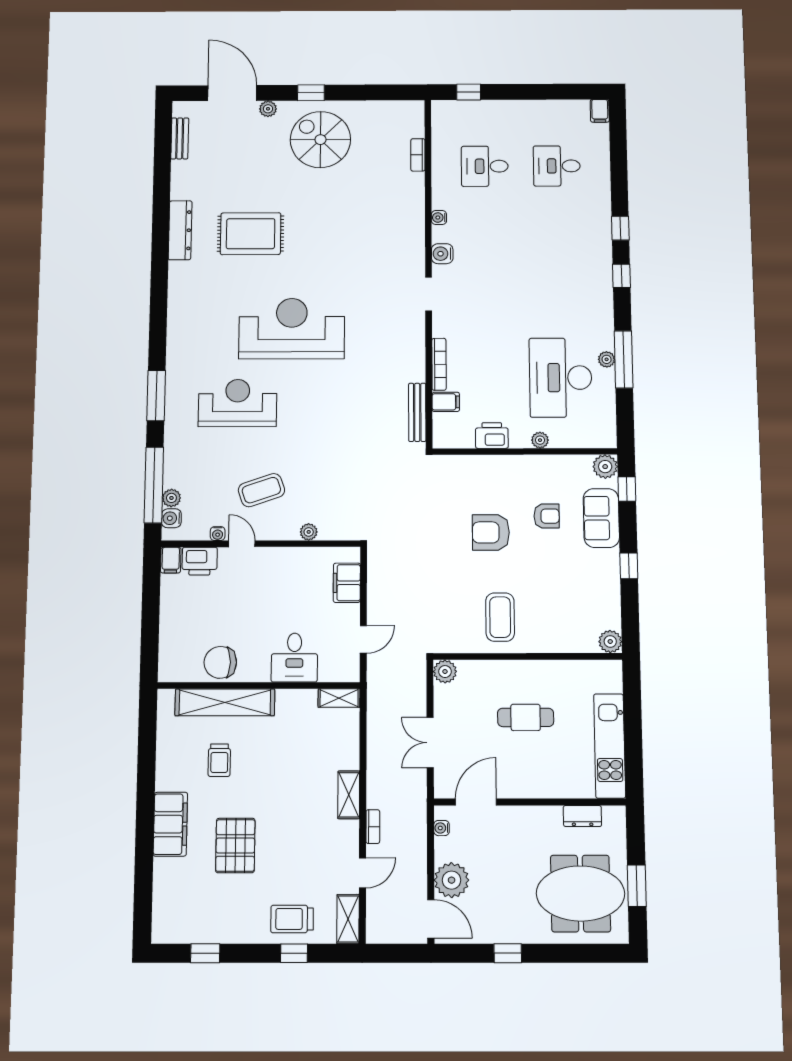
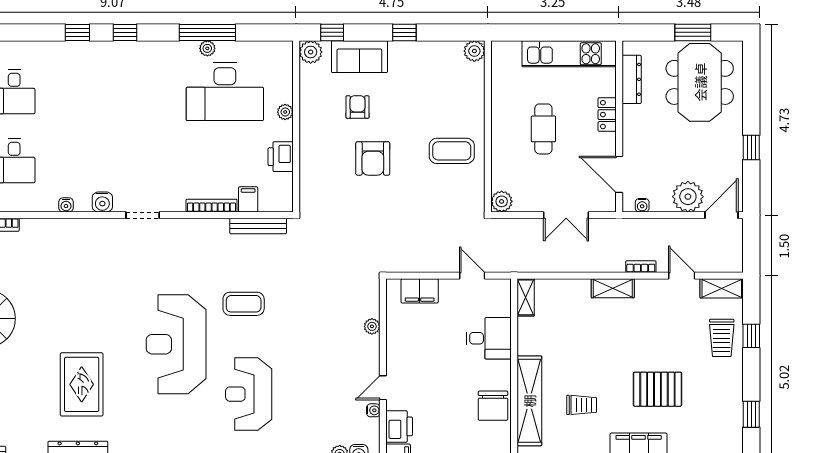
coffee table: (261, 490) -> (244, 304), moved, turned -71
locker: (543, 788) -> (607, 115), added
dresser: (582, 816) -> (632, 79), width x1.44

